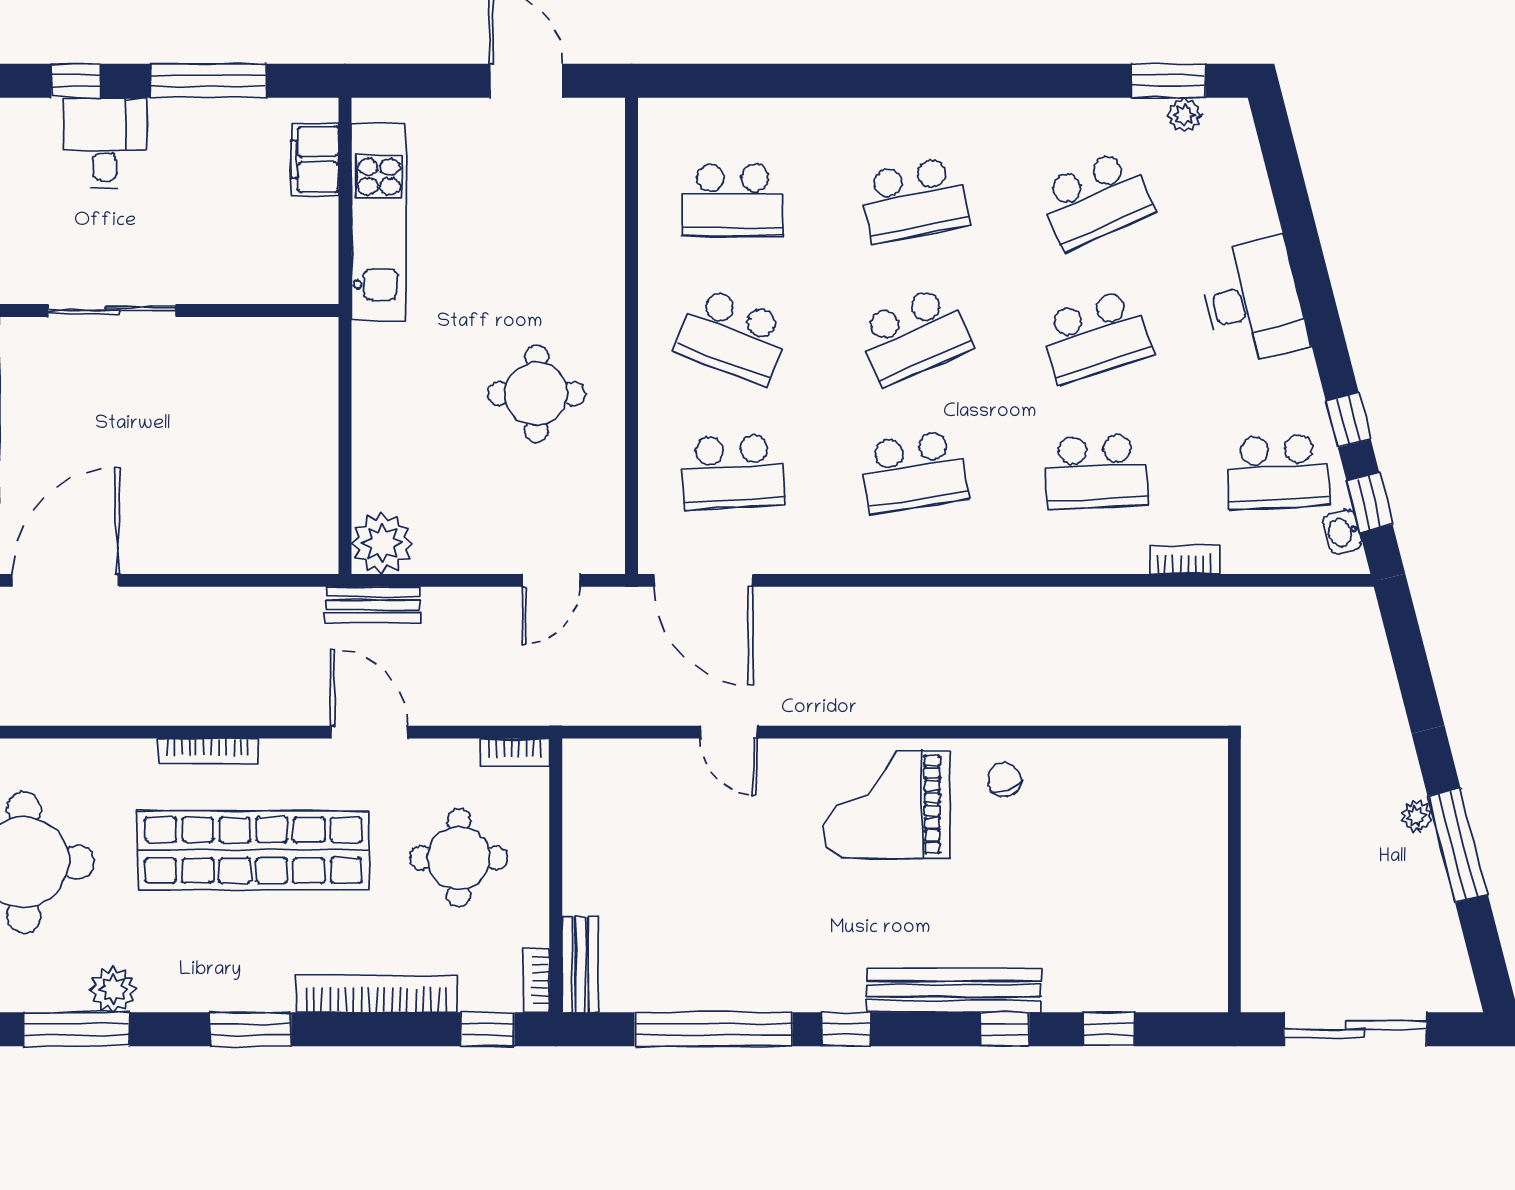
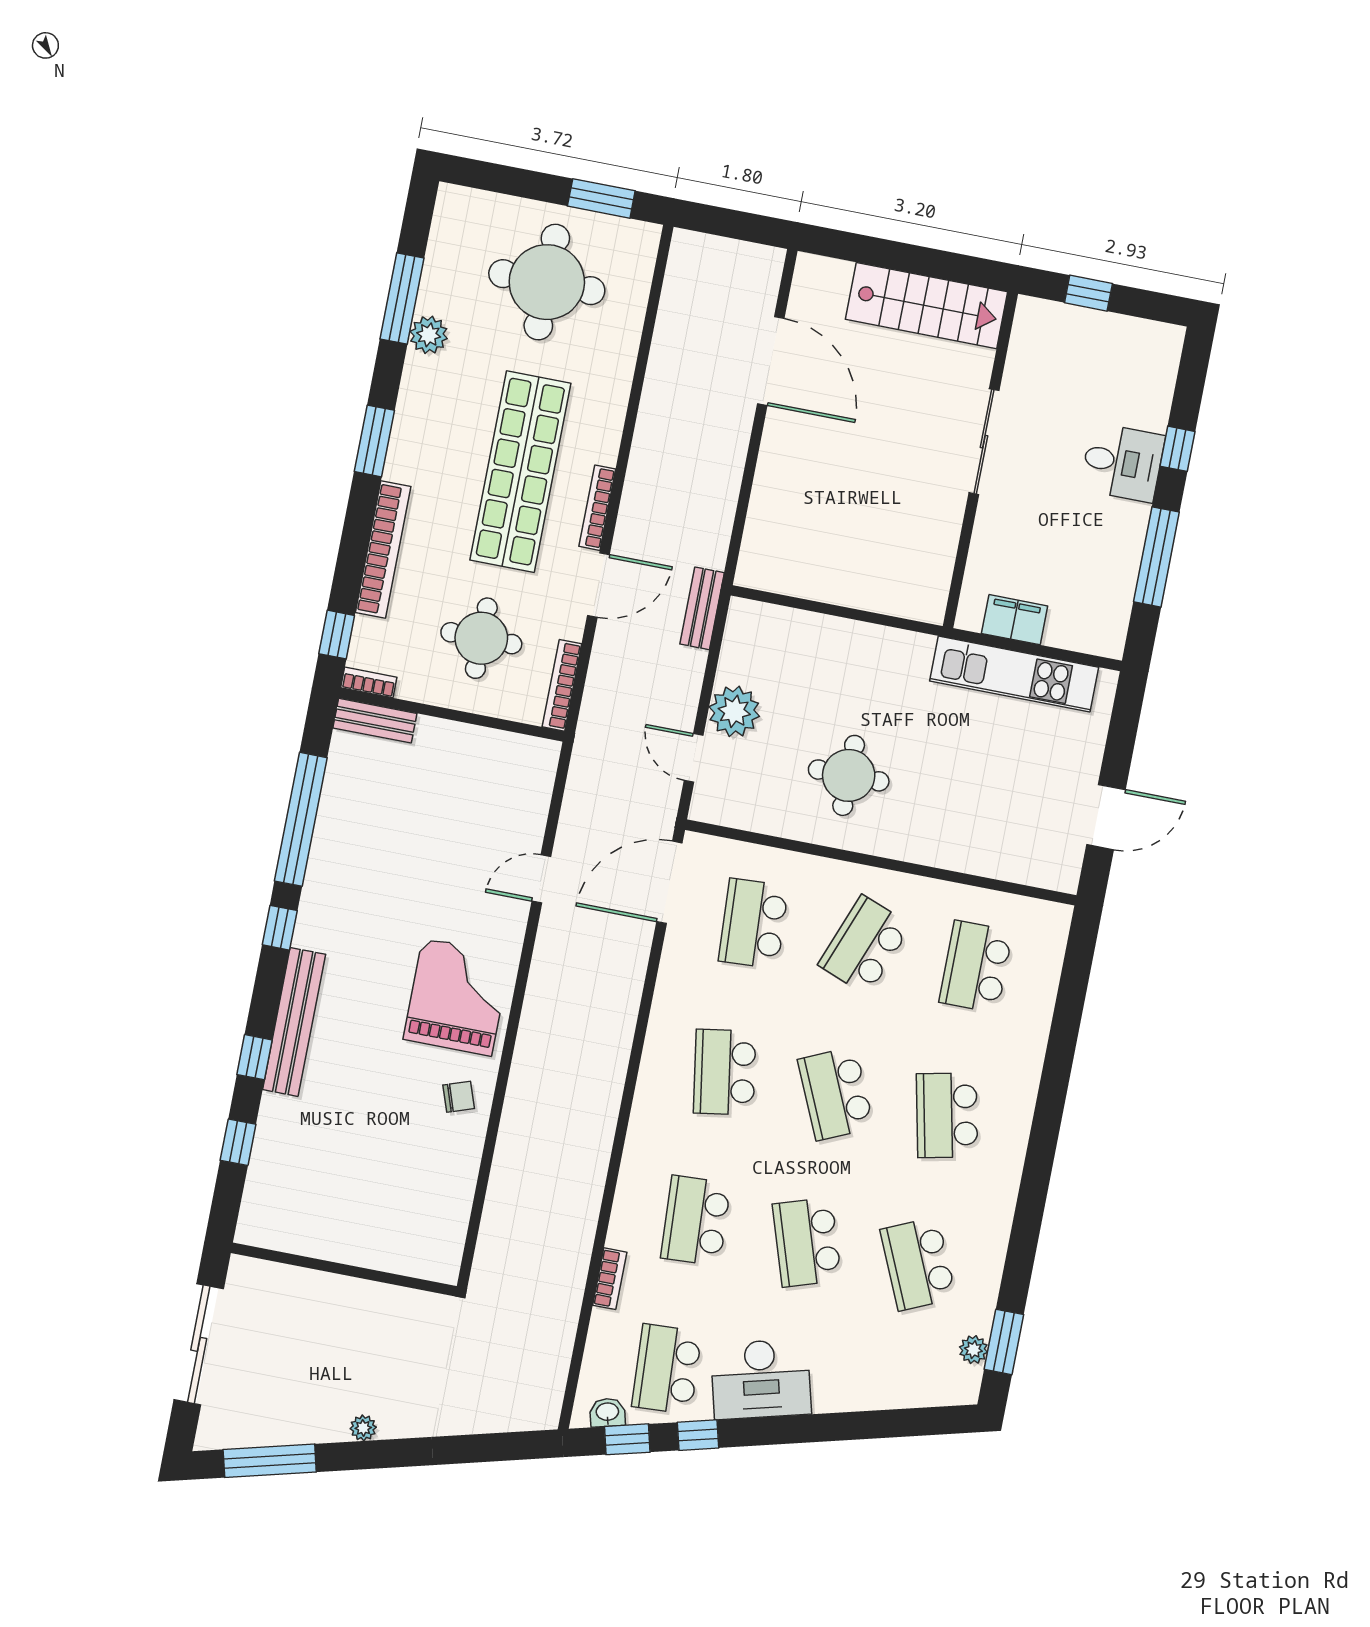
filing cabinet: (315, 159) -> (1015, 620), moved
desk: (1253, 301) -> (761, 1379), moved
plant: (382, 543) -> (734, 711), moved
bookcase: (207, 751) -> (597, 508), moved
bookcase: (515, 752) -> (562, 685), width x1.56
window: (1458, 845) -> (270, 1461), moved

